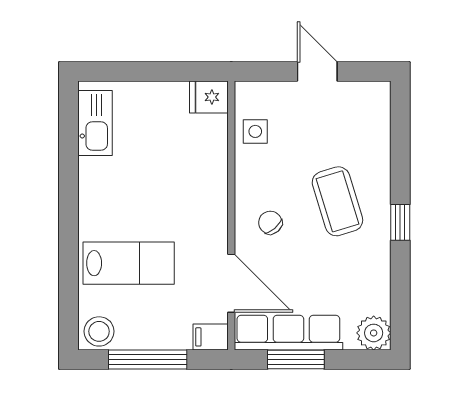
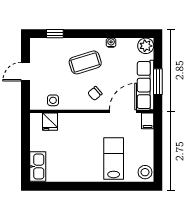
fridge: (209, 97) -> (50, 122), moved
kitchen sink: (95, 123) -> (38, 167), moved, turned 90
window: (400, 222) -> (55, 34), moved
water cooler: (381, 258) -> (111, 43), added
window: (148, 359) -> (158, 150), removed

